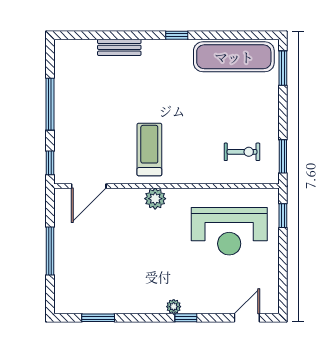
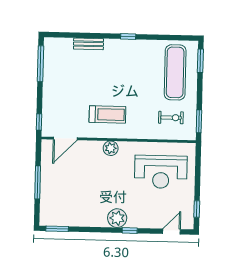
exercise mat: (234, 57) -> (175, 72), moved, turned 90
window: (50, 104) -> (40, 64), moved
treadmill: (149, 150) -> (107, 114), turned 90
window: (283, 216) -> (197, 209), moved
plant: (174, 307) -> (117, 218), width x1.88, depth x1.88
window: (98, 318) -> (57, 229), moved

